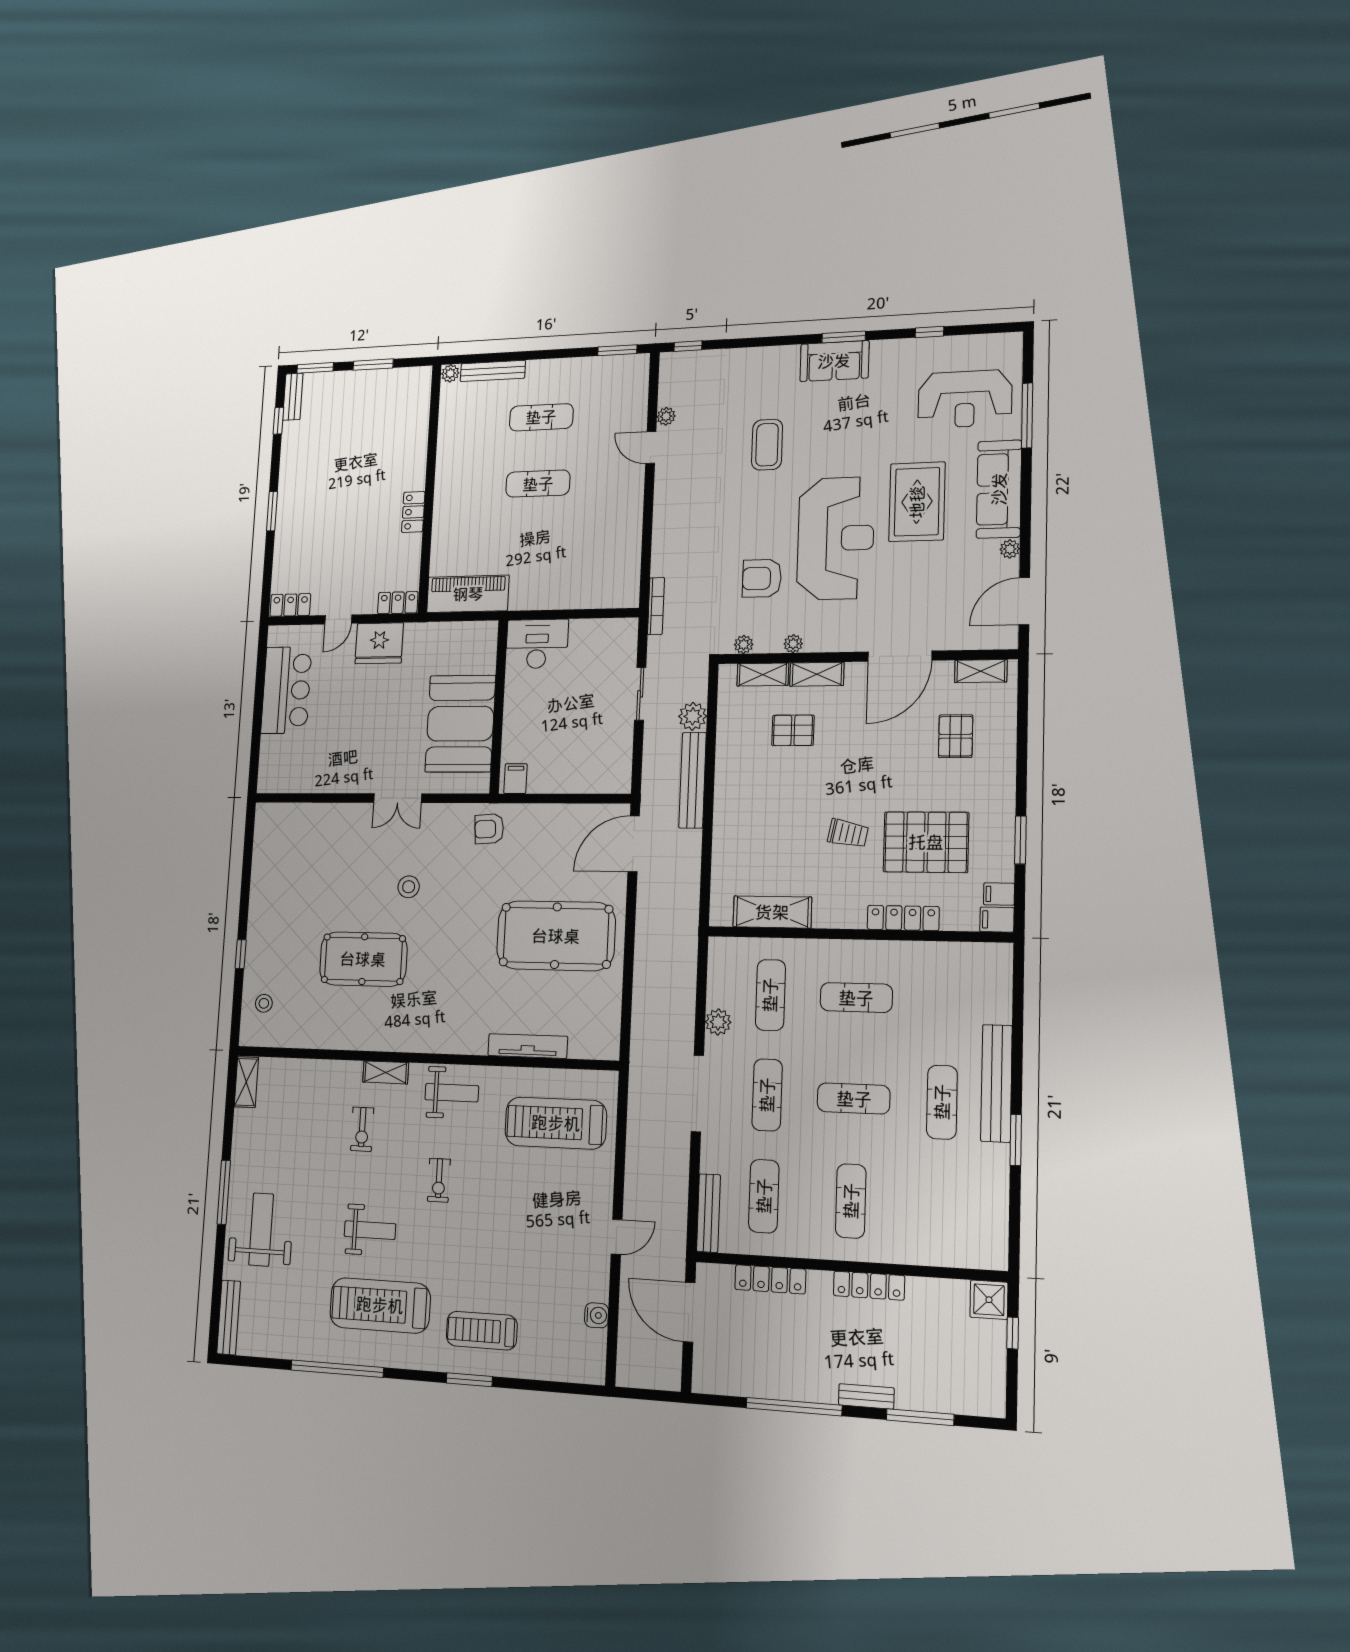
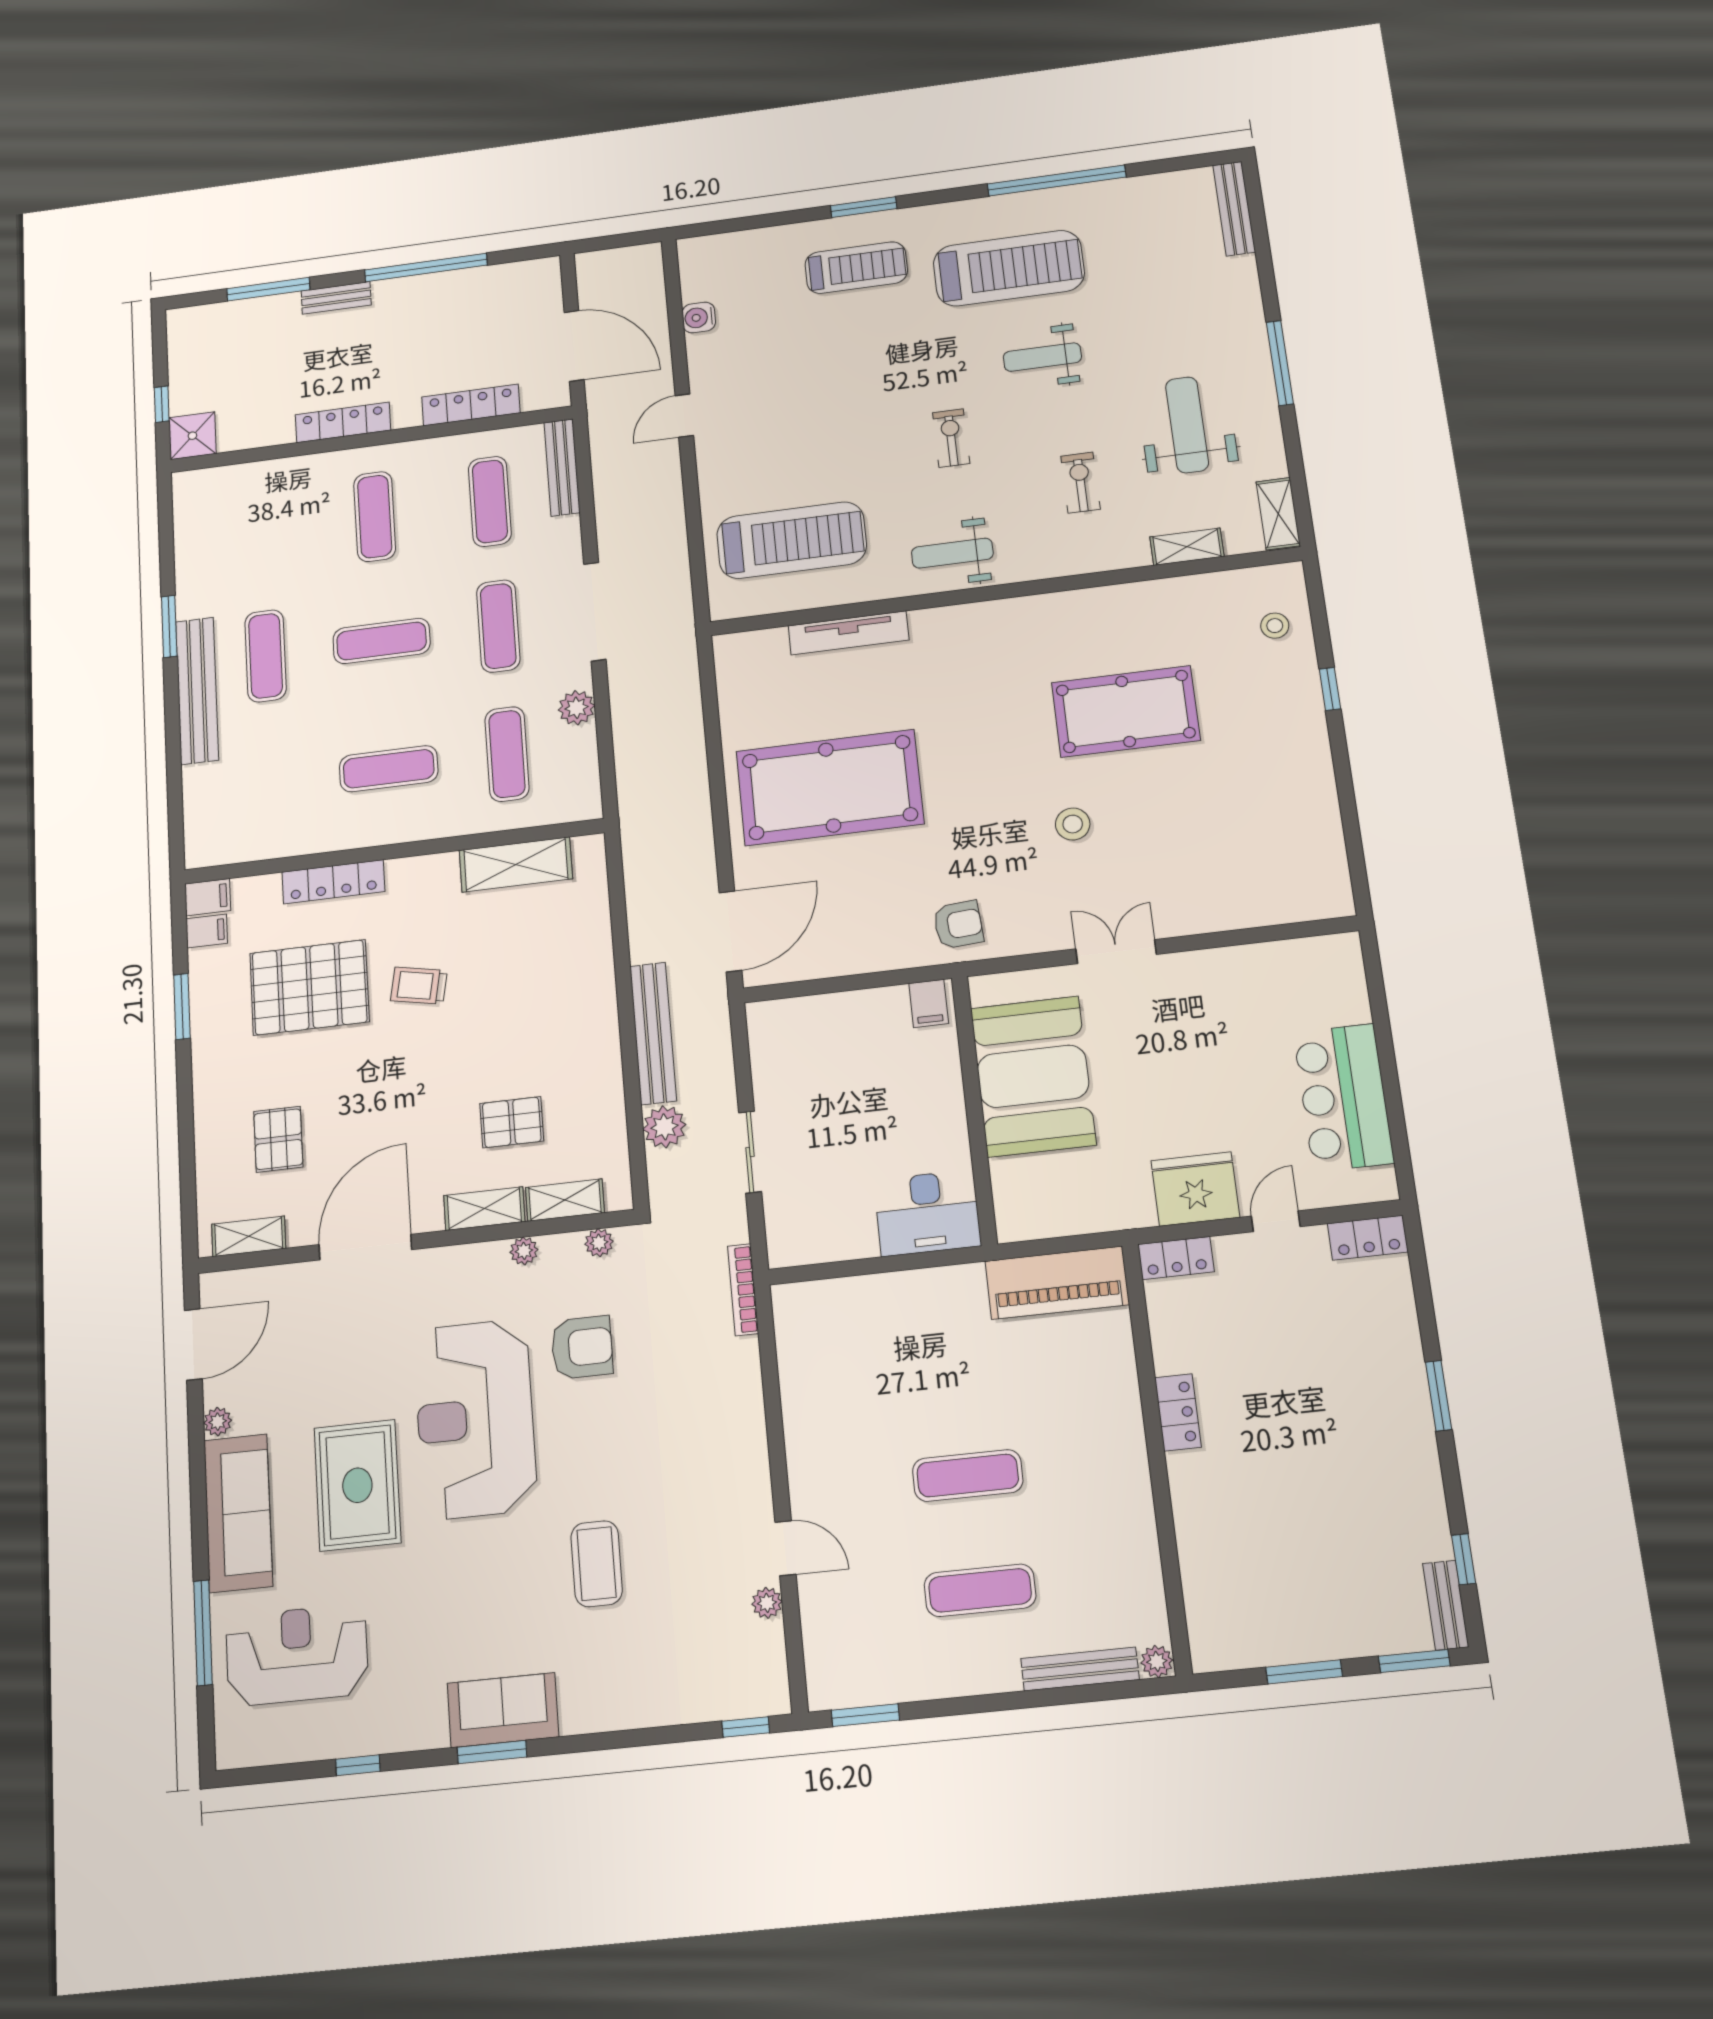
shelving: (386, 1072) -> (1187, 547), moved
weight bench: (261, 1229) -> (1187, 425), moved, turned 180

